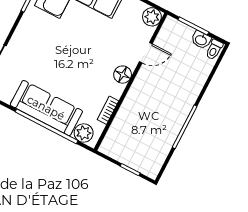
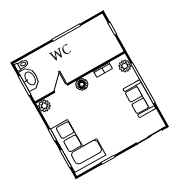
washbasin: (201, 40) -> (30, 79), width x1.91, depth x1.45
door: (146, 53) -> (61, 88), hinge flipped
sofa: (46, 108) -> (139, 99), width x0.73

